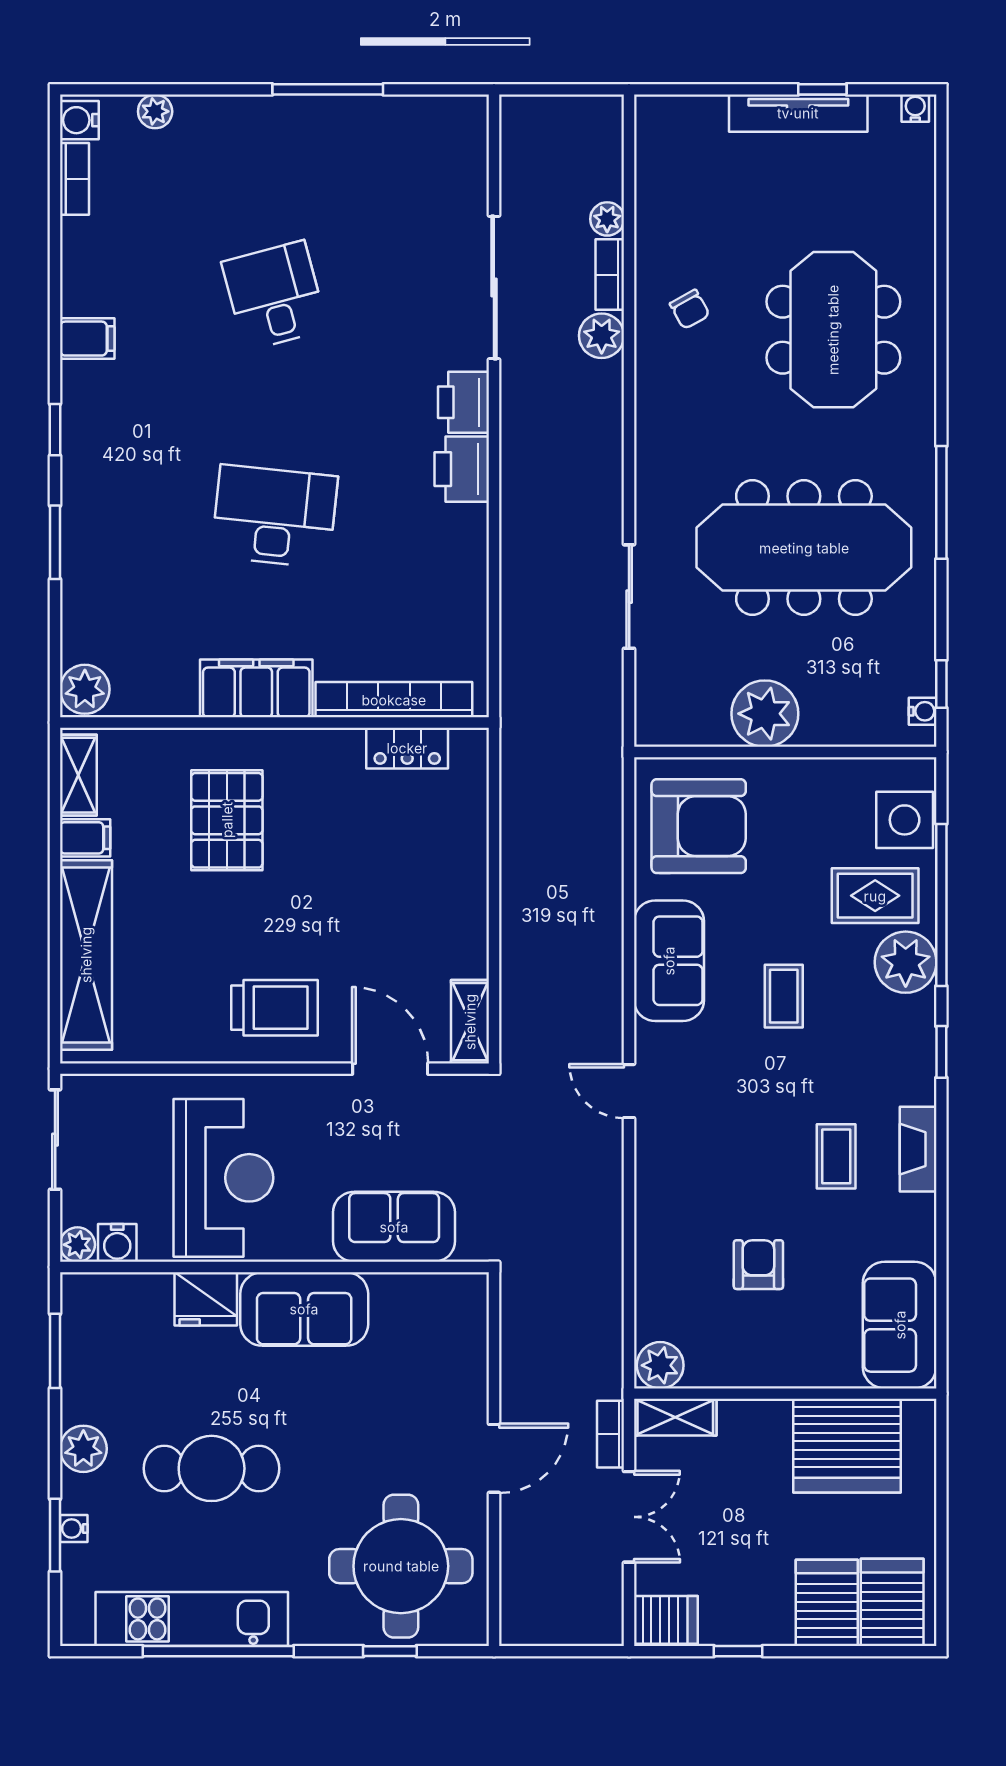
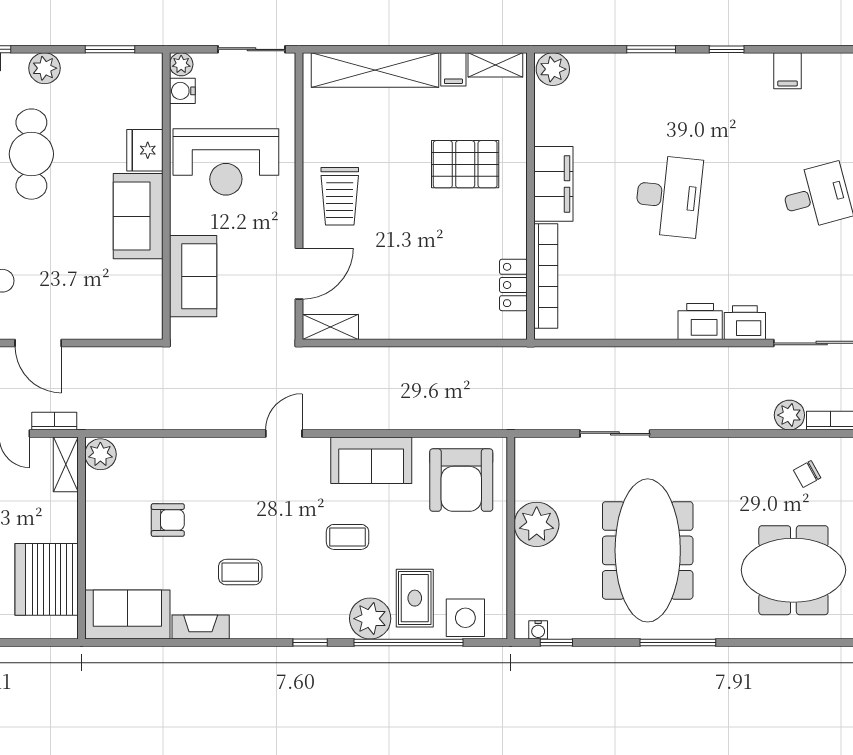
fireplace: (918, 1149) -> (201, 627), moved

